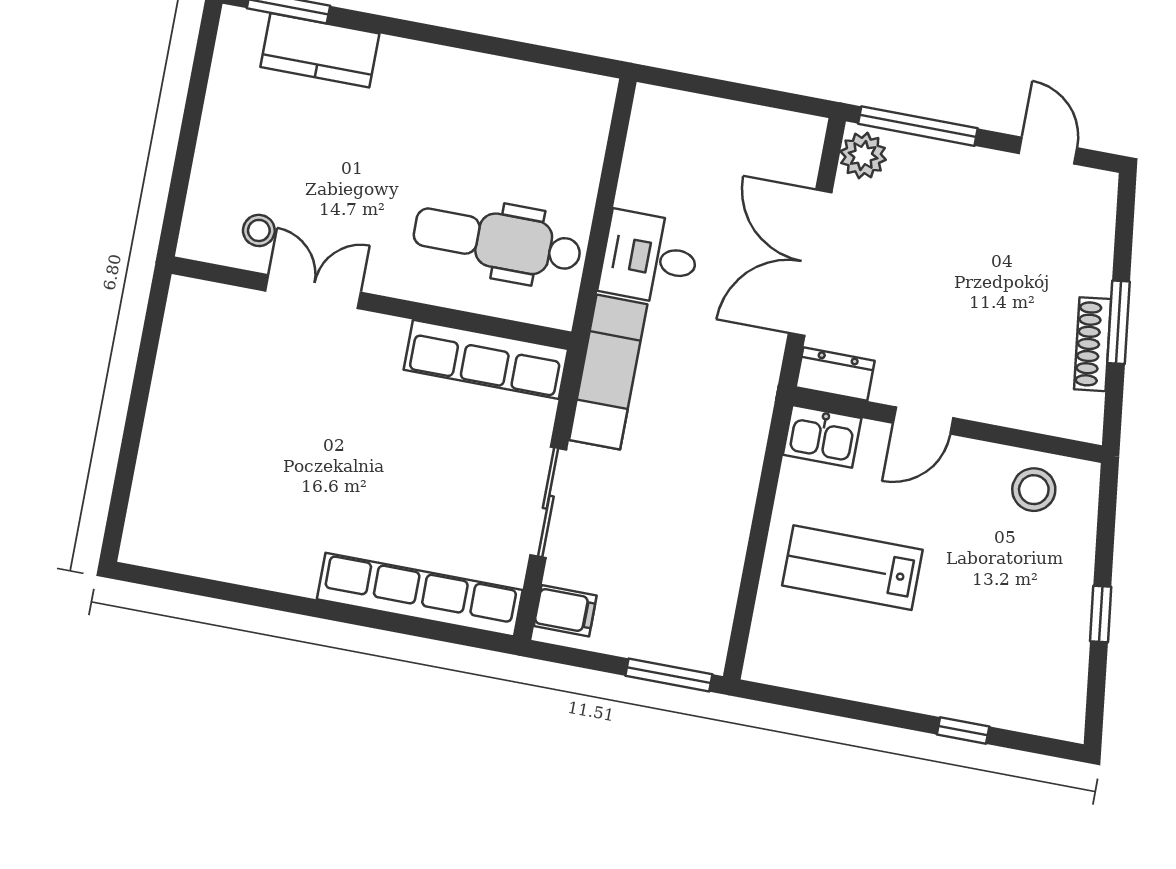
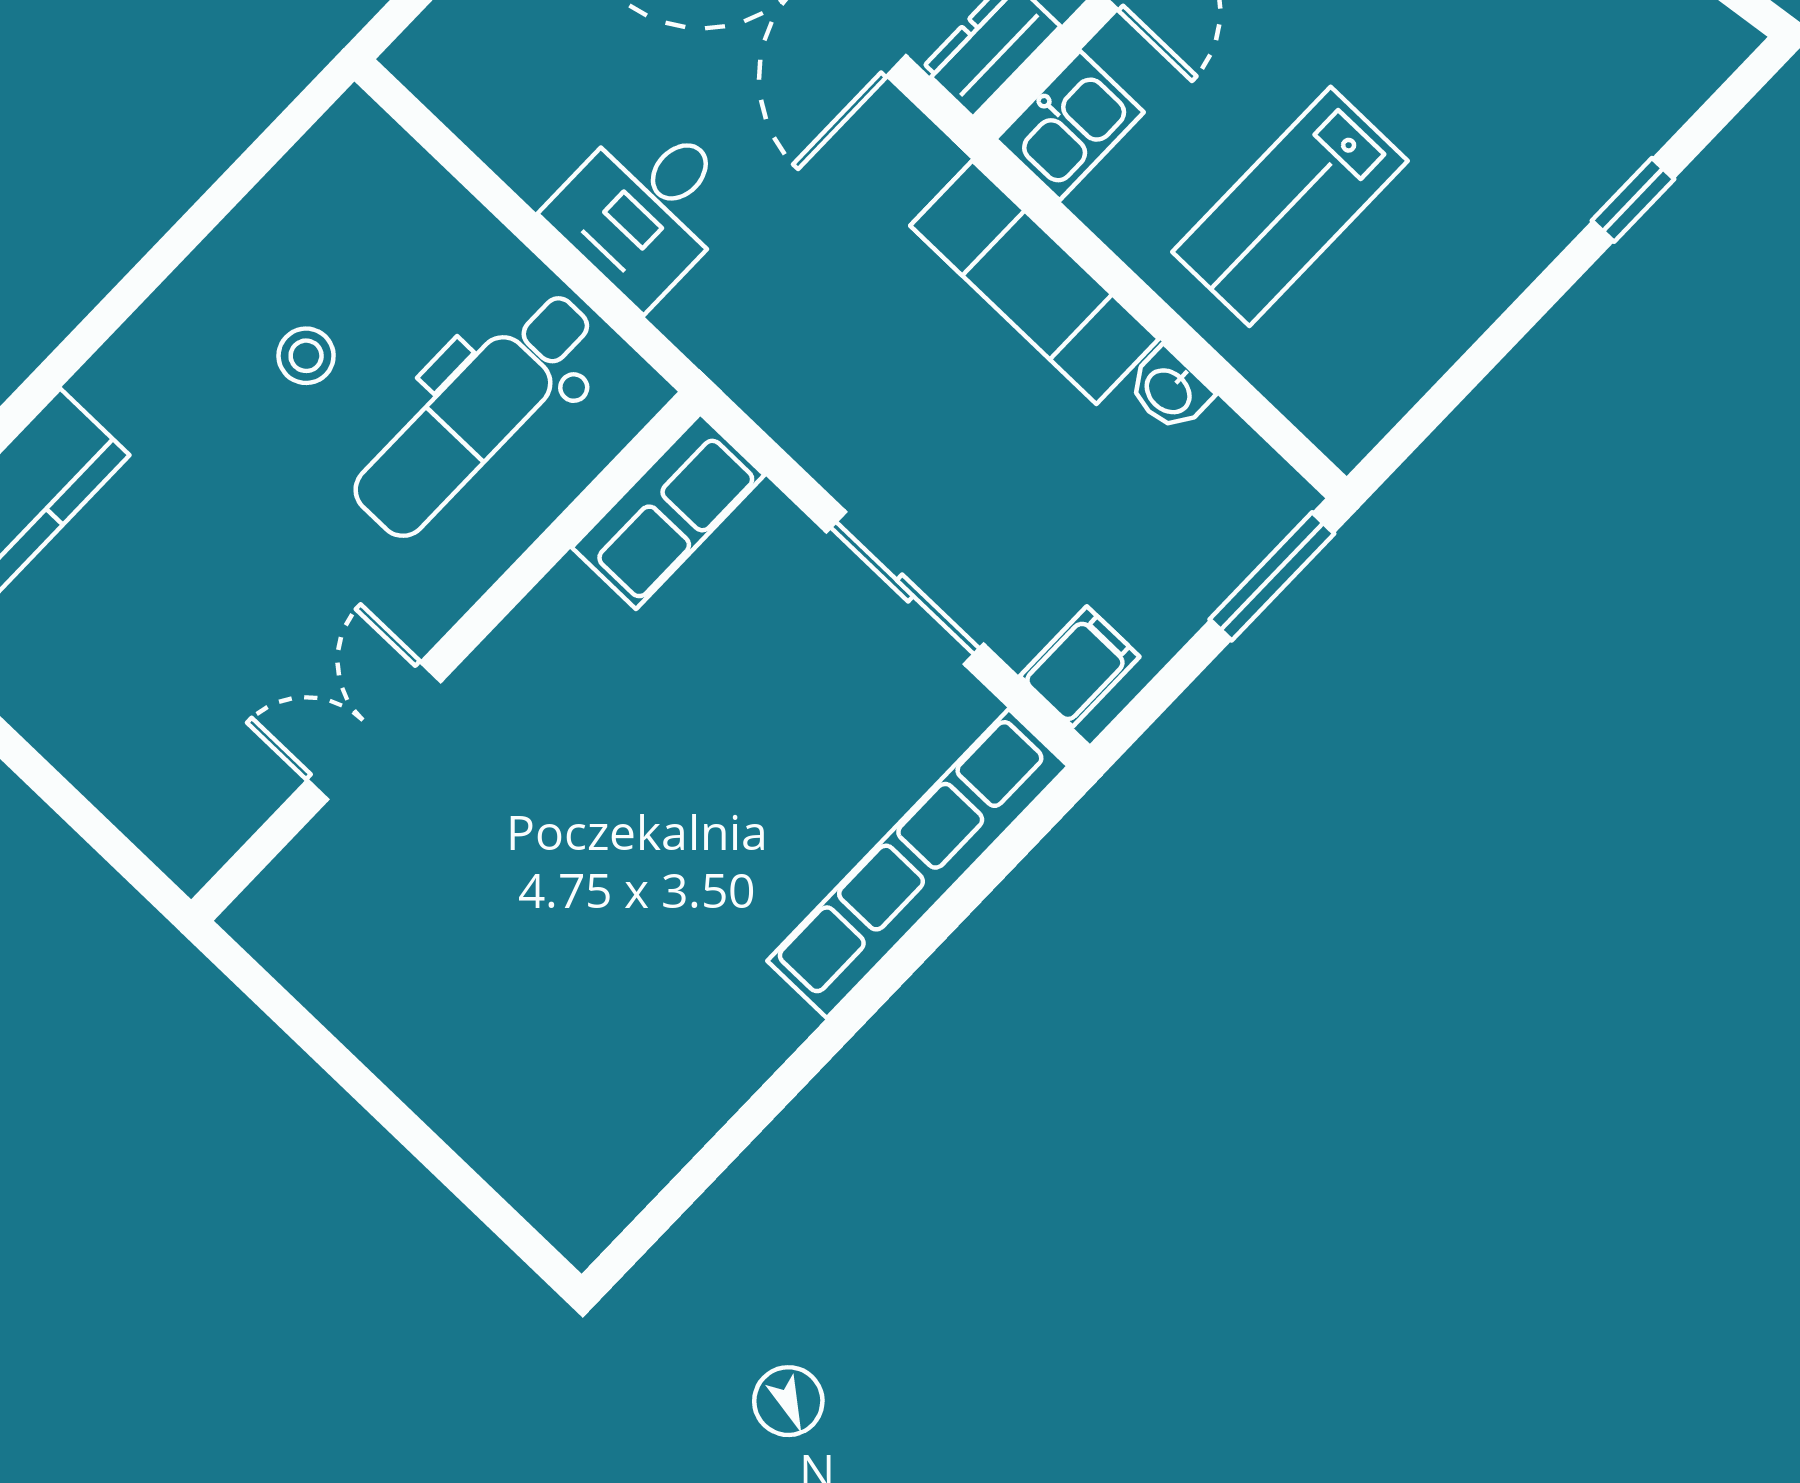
stool: (259, 230) -> (306, 356), moved
row of seats: (486, 359) -> (668, 511), width x0.68
exam couch: (608, 372) -> (1035, 282), moved, turned 180
washbasin: (726, 567) -> (1169, 390), added

